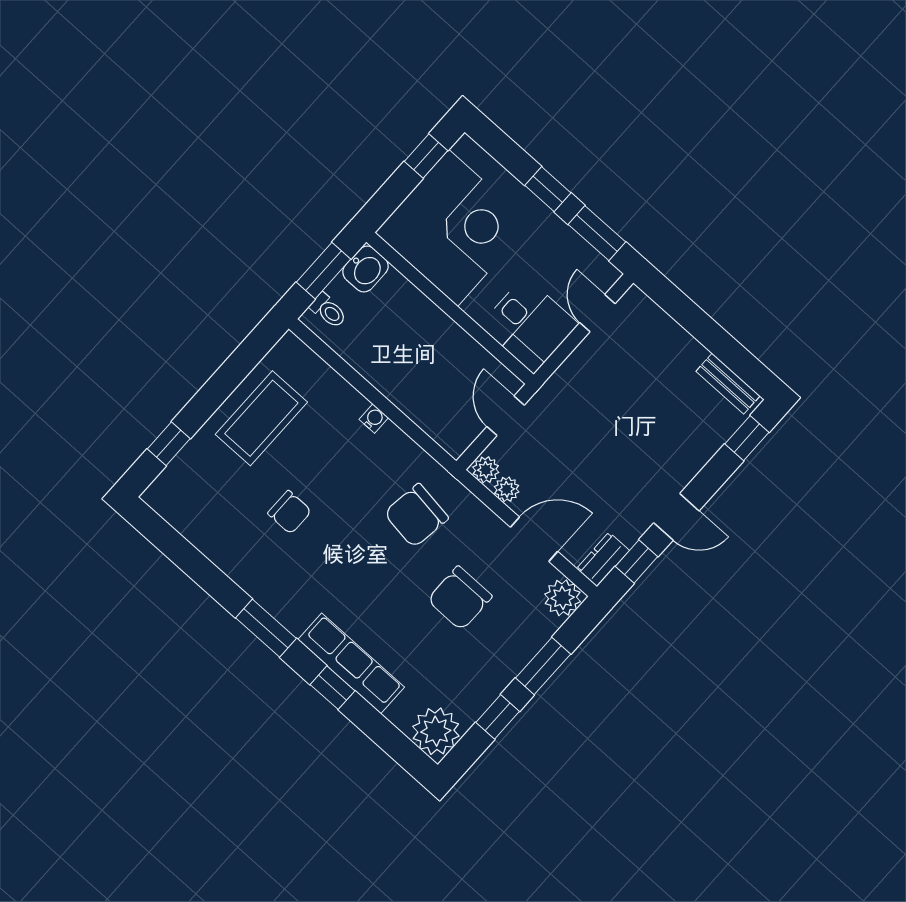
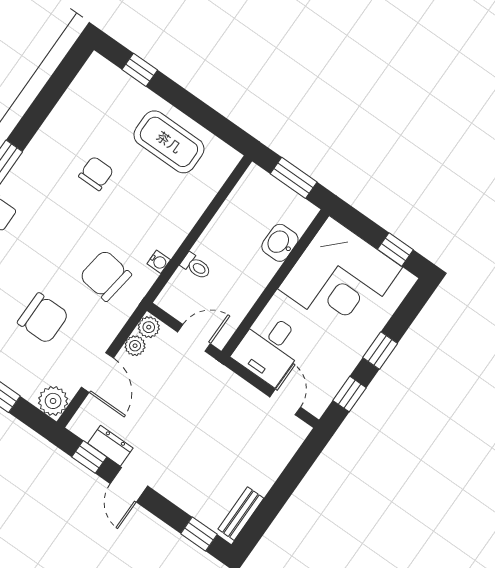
window: (597, 233) -> (349, 394), width x0.67
washbasin: (365, 269) -> (280, 243), moved, turned 90
toilet: (328, 311) -> (196, 266), moved, turned -90
door: (597, 313) -> (285, 402), hinge flipped
water cooler: (374, 419) -> (159, 262), moved
chair: (290, 512) -> (96, 173), turned 180
dresser: (603, 559) -> (110, 446), moved
chair: (460, 598) -> (43, 318), turned 180

